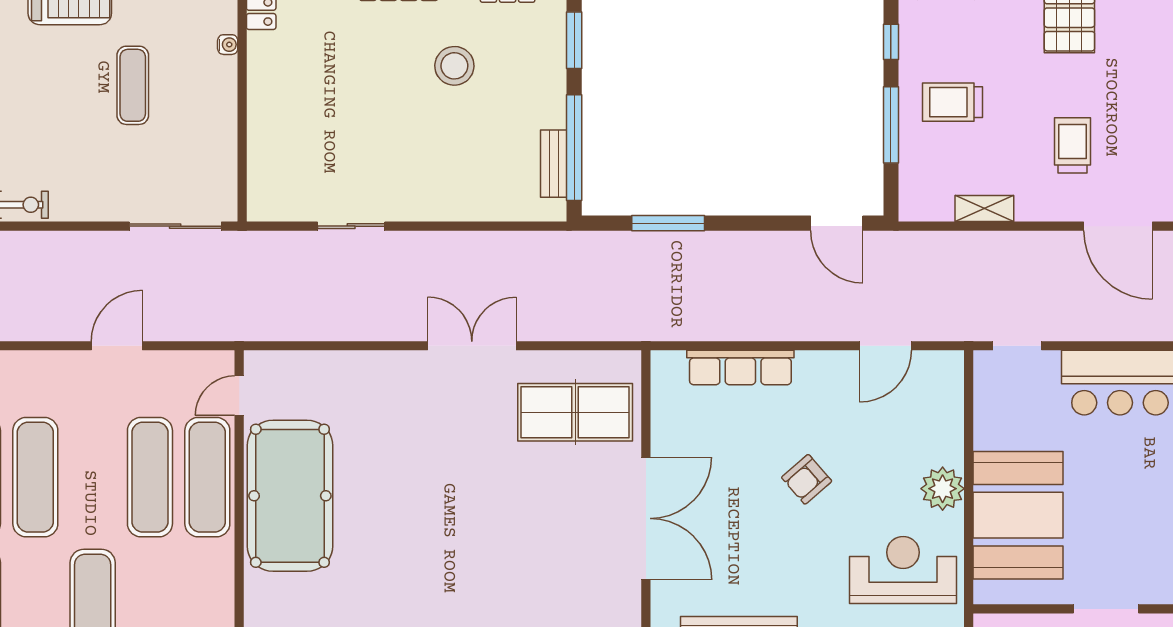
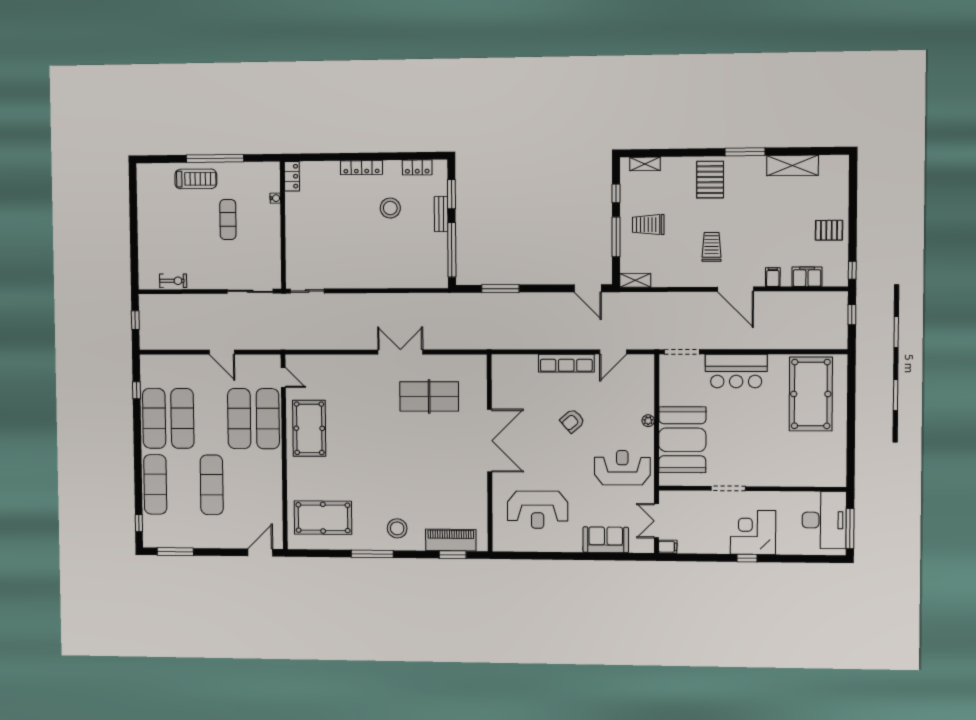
bench: (554, 164) -> (441, 214), moved
shelving: (984, 208) -> (635, 280), moved
sliding door: (351, 226) -> (307, 291), moved
door: (117, 346) -> (222, 352), swing flipped
doorway: (1017, 346) -> (682, 352), width x1.38
row of seats: (740, 368) -> (566, 363), moved
door: (239, 396) -> (283, 377), swing flipped
table tennis table: (575, 412) -> (429, 396), moved
plant: (943, 489) -> (648, 421), width x0.53, depth x0.53
pool table: (290, 496) -> (309, 428), width x0.73, depth x0.76

